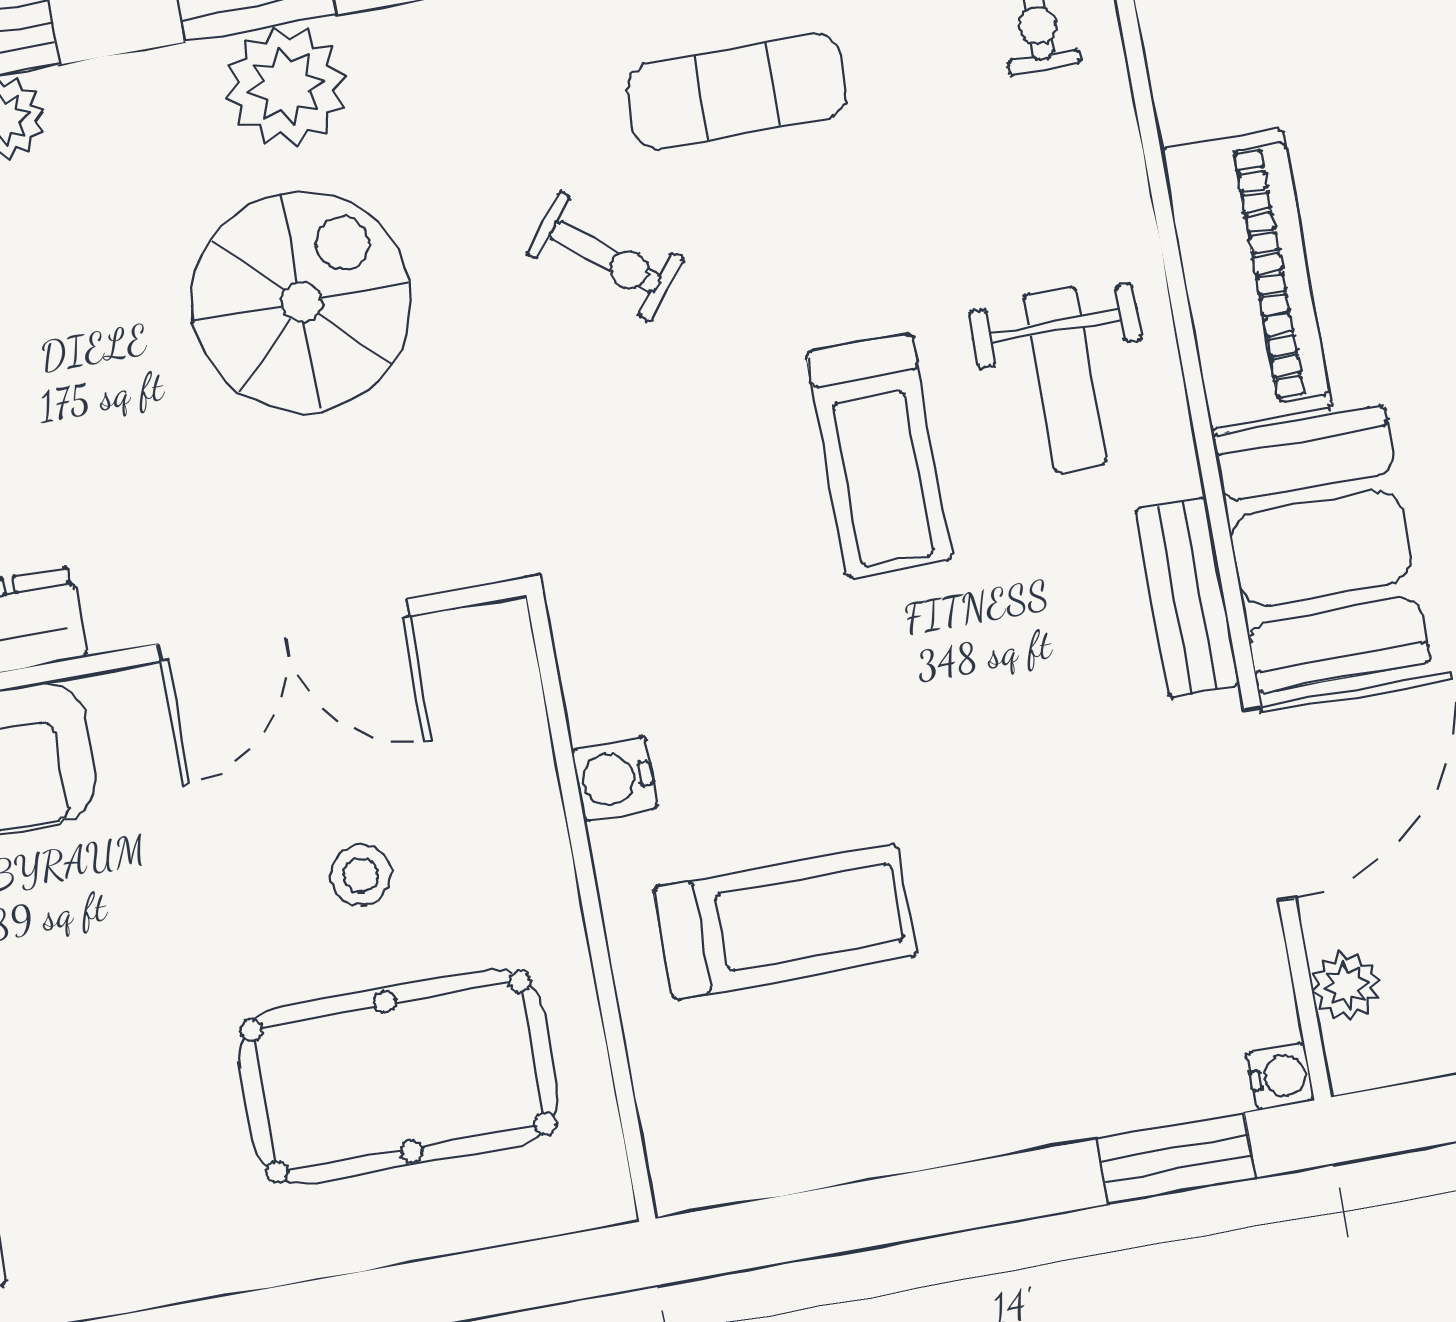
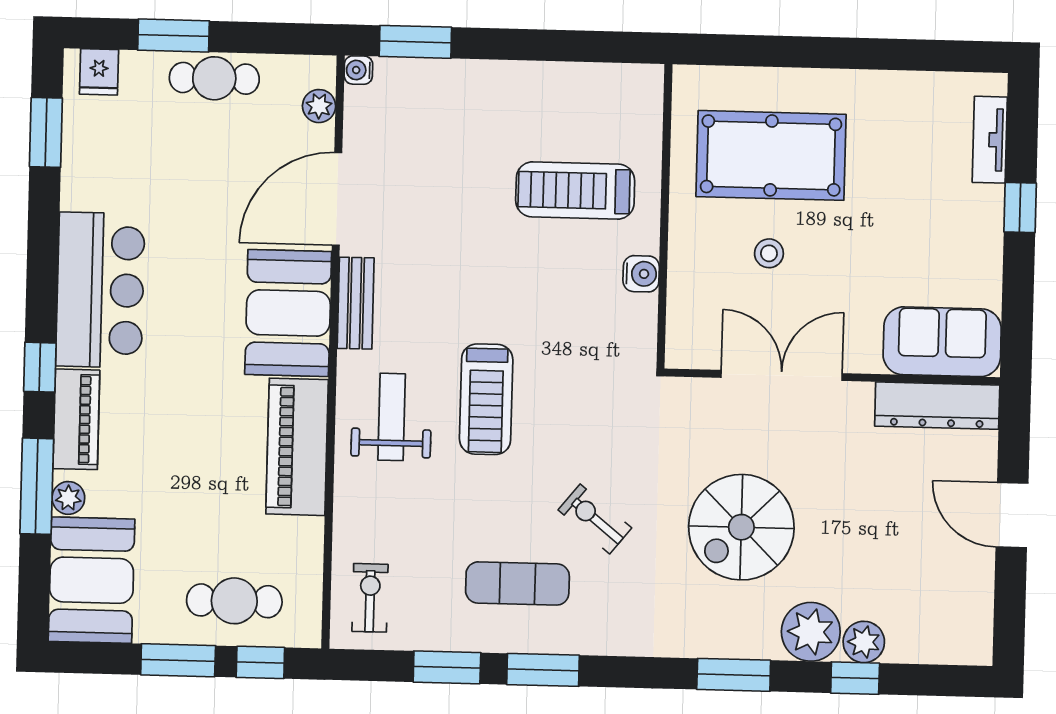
plant: (286, 86) -> (811, 632), moved
treadmill: (879, 456) -> (486, 399), turned 180

